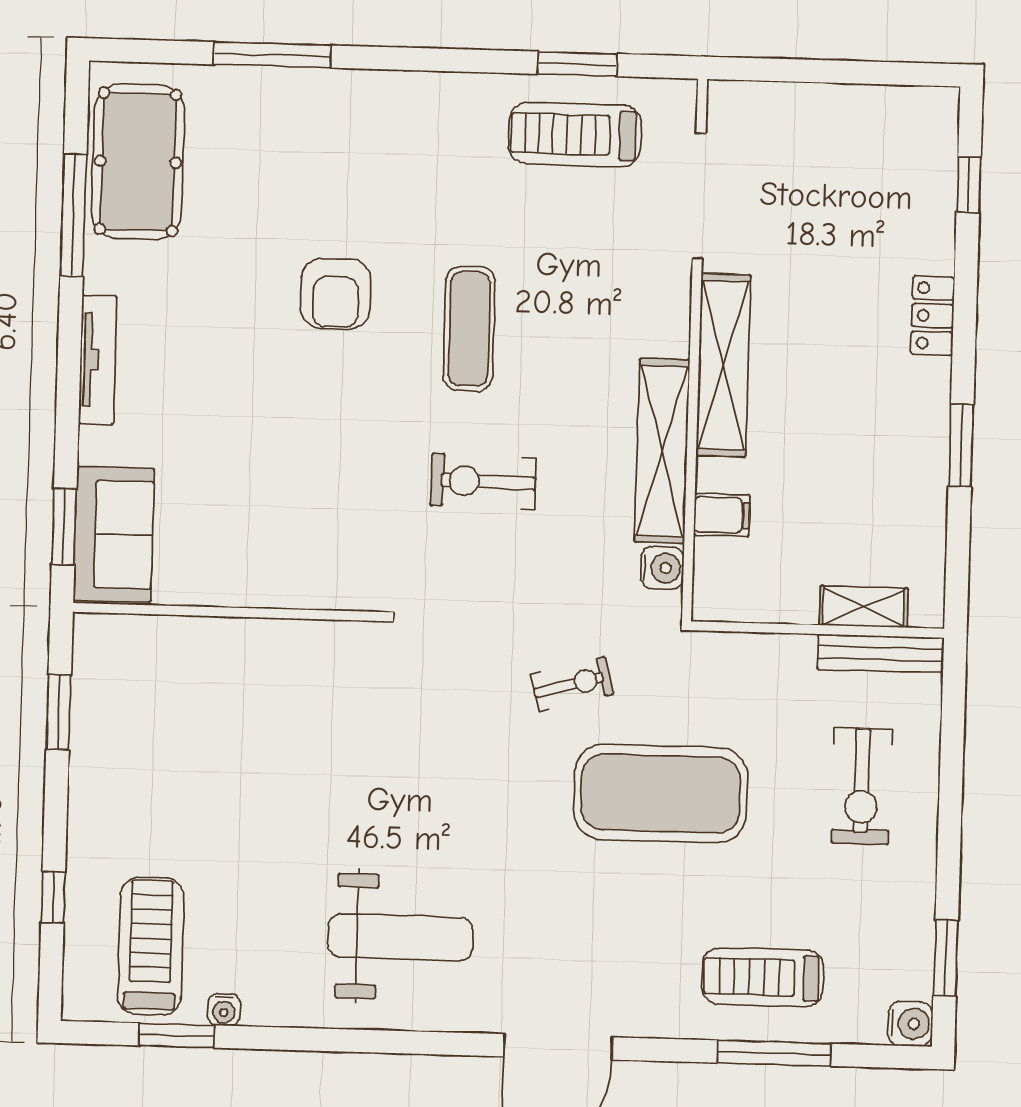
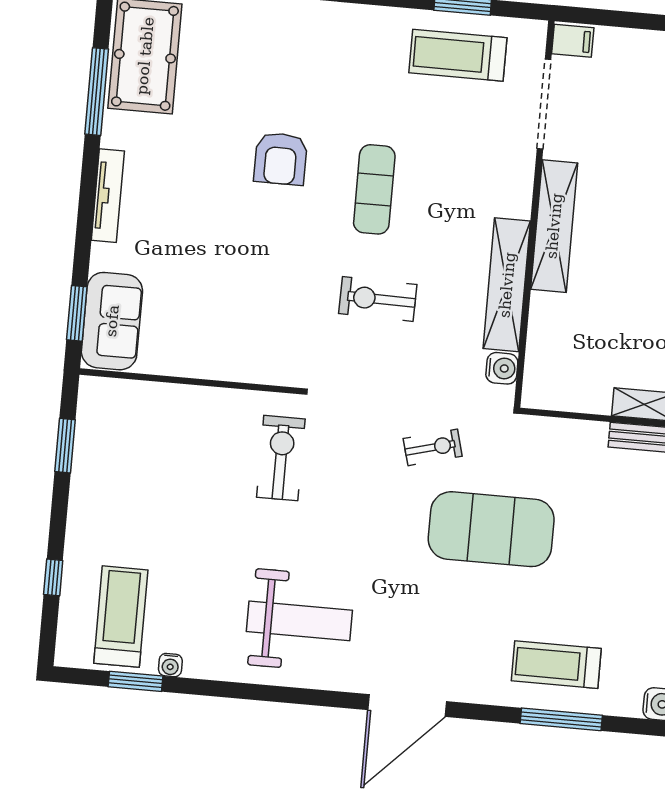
filing cabinet: (722, 515) -> (573, 41), moved
exercise bike: (862, 786) -> (281, 458), moved, turned 180

